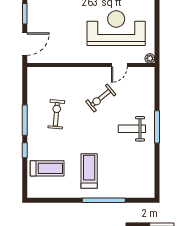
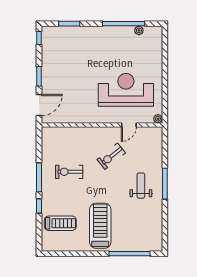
exercise bike: (56, 114) -> (69, 172), turned -95
weight bench: (132, 129) -> (141, 186), turned 90
treadmill: (89, 171) -> (100, 226), width x1.37, depth x1.38
window: (104, 200) -> (129, 254), moved

